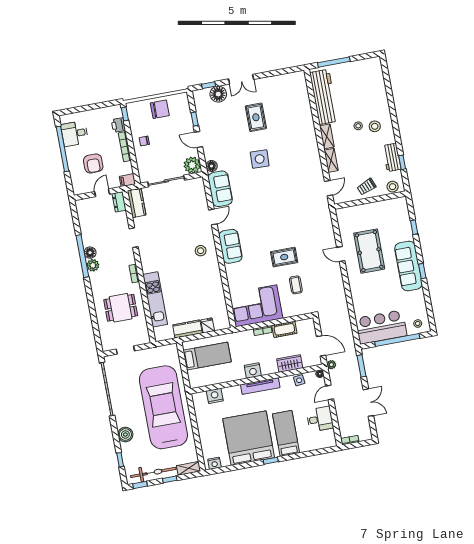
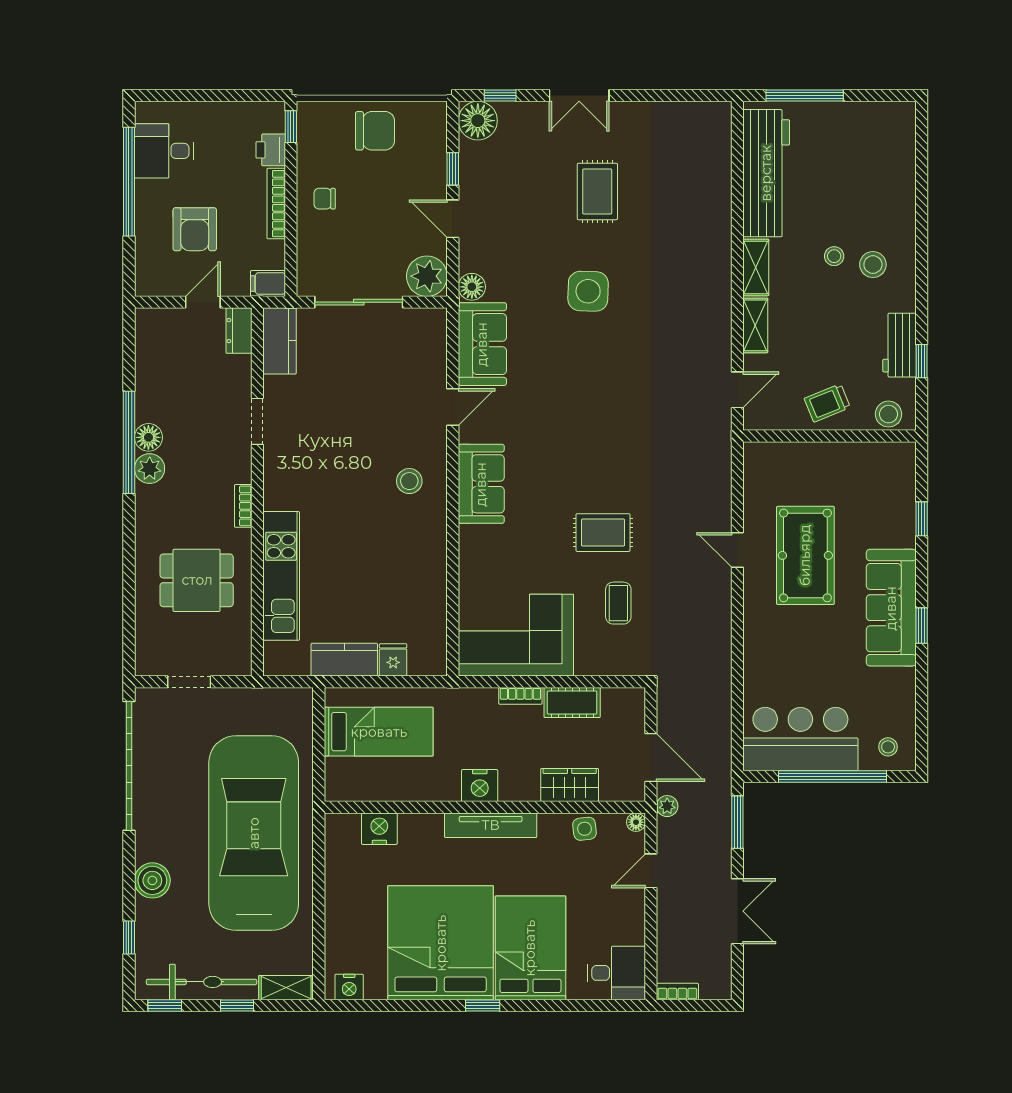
floor lamp: (218, 94) -> (478, 121), moved
desk: (320, 419) -> (616, 973), moved
bed: (286, 433) -> (530, 948), width x1.50

